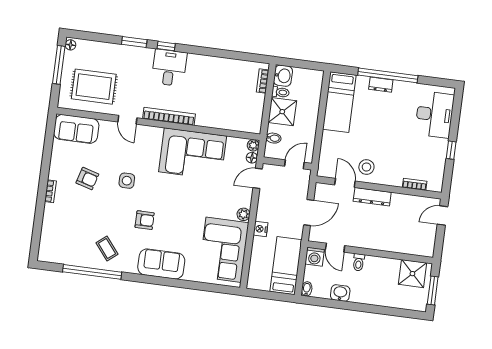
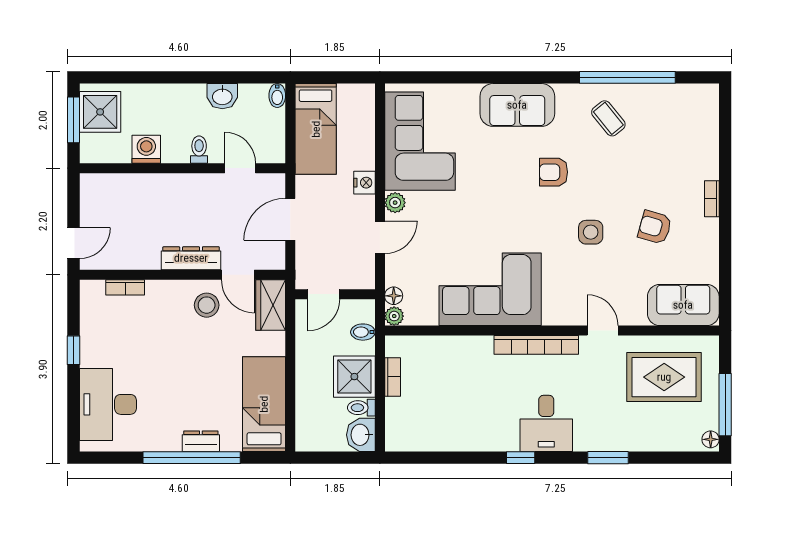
window: (166, 46) -> (521, 458), moved
bookcase: (263, 81) -> (393, 377), moved
wardrobe: (327, 162) -> (271, 305), added
door: (258, 178) -> (380, 237), moved
washing machine: (315, 257) -> (146, 149), moved
shower: (412, 274) -> (100, 112), moved

